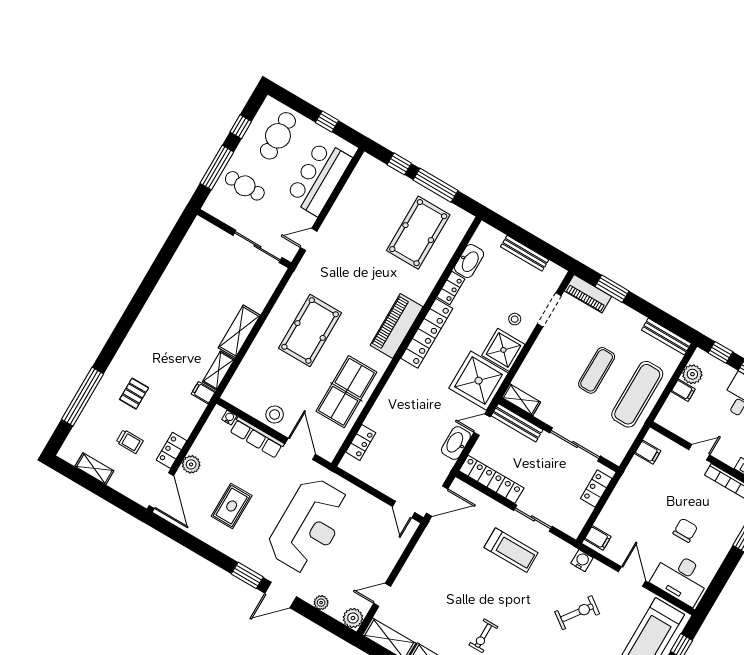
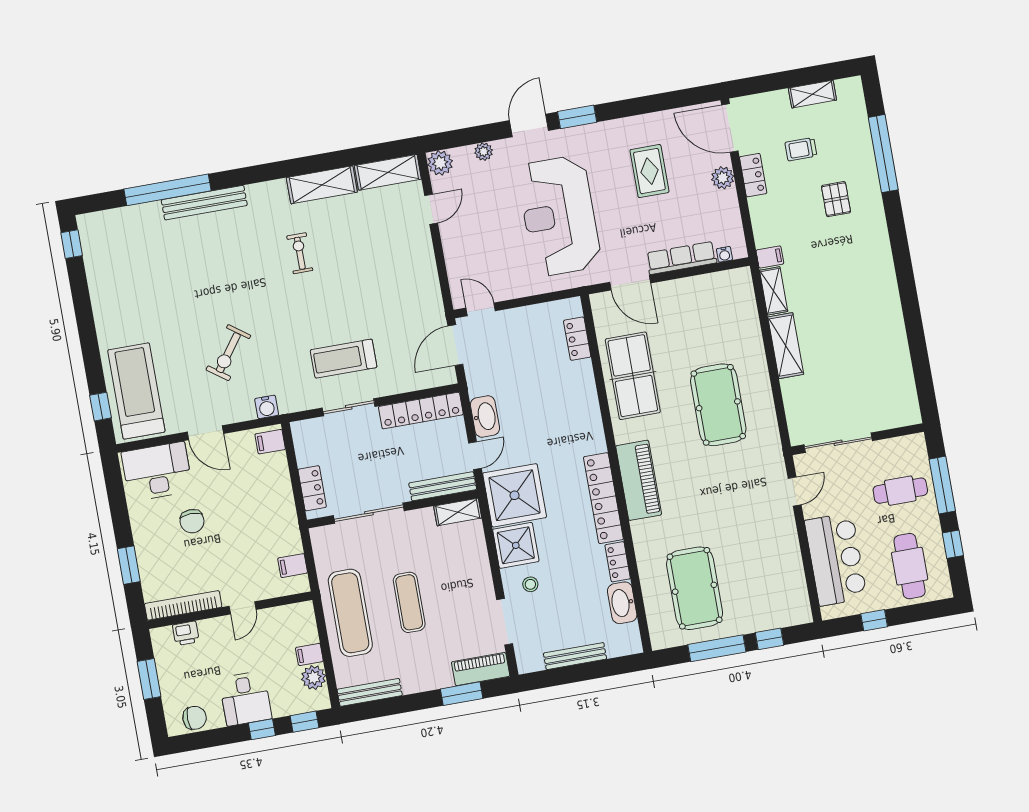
stool: (275, 415) -> (683, 295), removed

